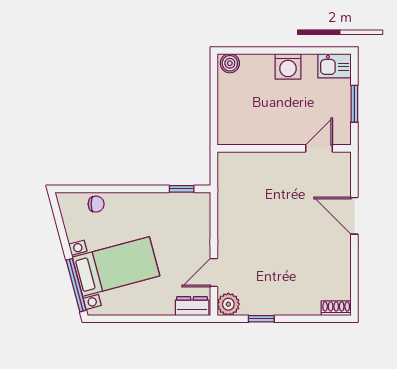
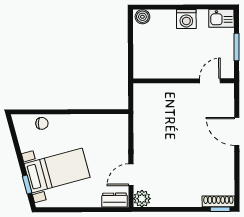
window: (182, 189) -> (106, 112), removed
window: (76, 285) -> (27, 185), width x0.46
shoe rack: (336, 308) -> (218, 201), width x1.43
window: (261, 319) -> (220, 209), moved

